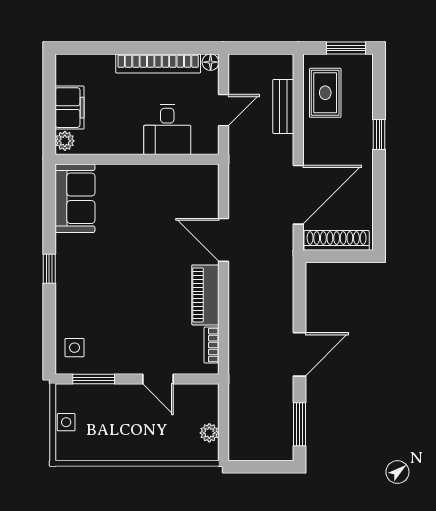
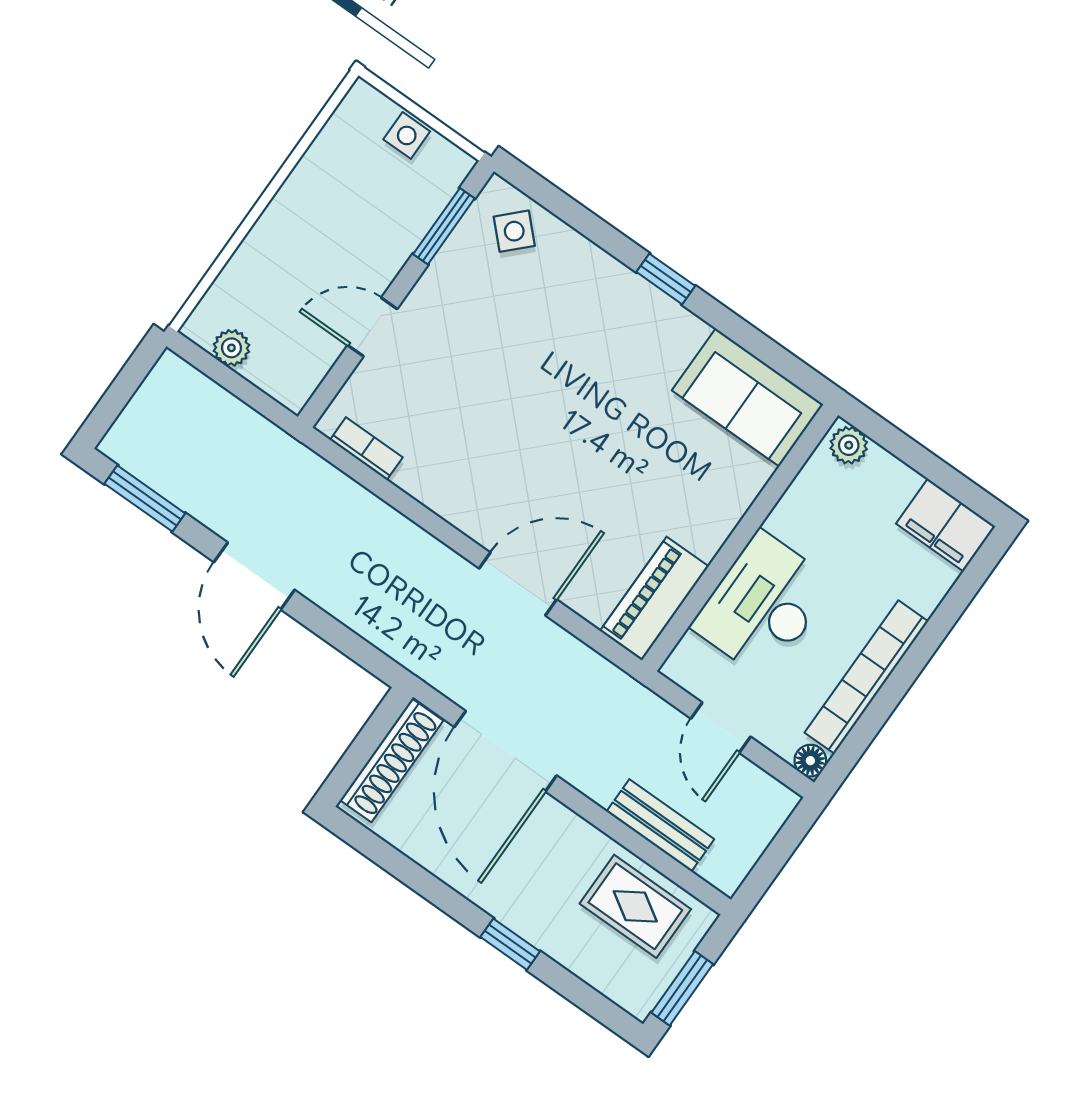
filing cabinet: (69, 108) -> (946, 525), moved
desk: (167, 129) -> (763, 605), width x1.37
piano: (205, 295) -> (654, 599), moved, turned -90
side table: (74, 348) -> (514, 231), turned 45

